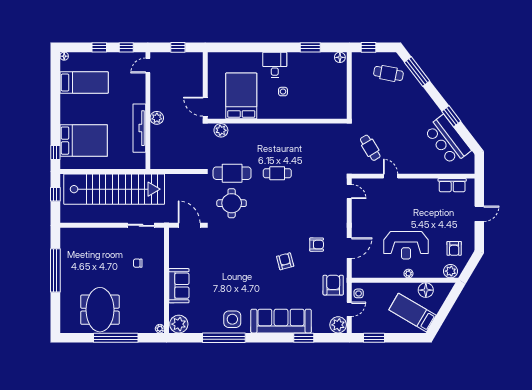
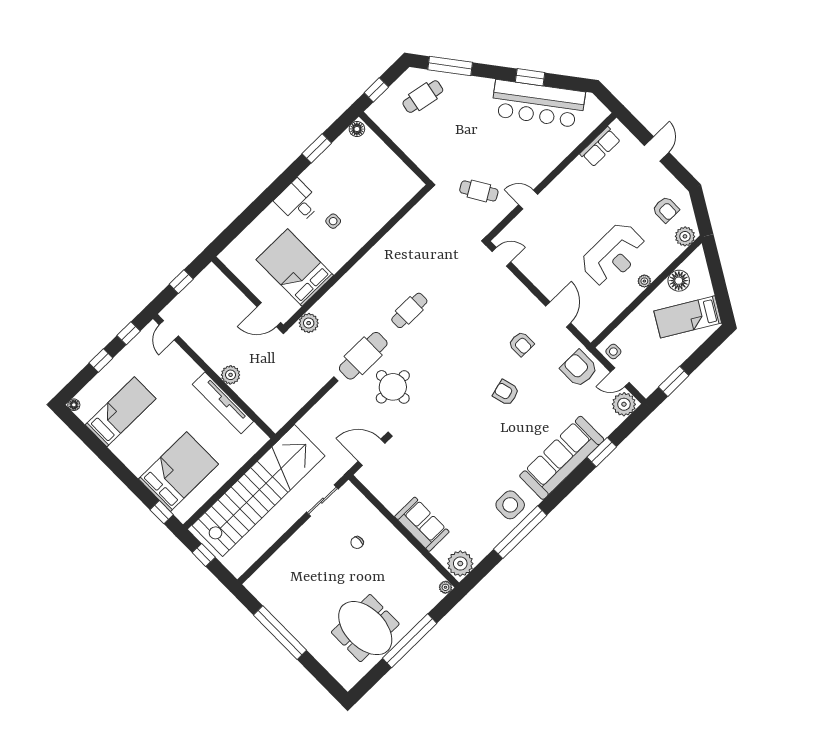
bar counter: (447, 140) -> (538, 104), width x1.36
armchair: (317, 245) -> (521, 344), turned 90
door: (349, 309) -> (620, 377), swing flipped

